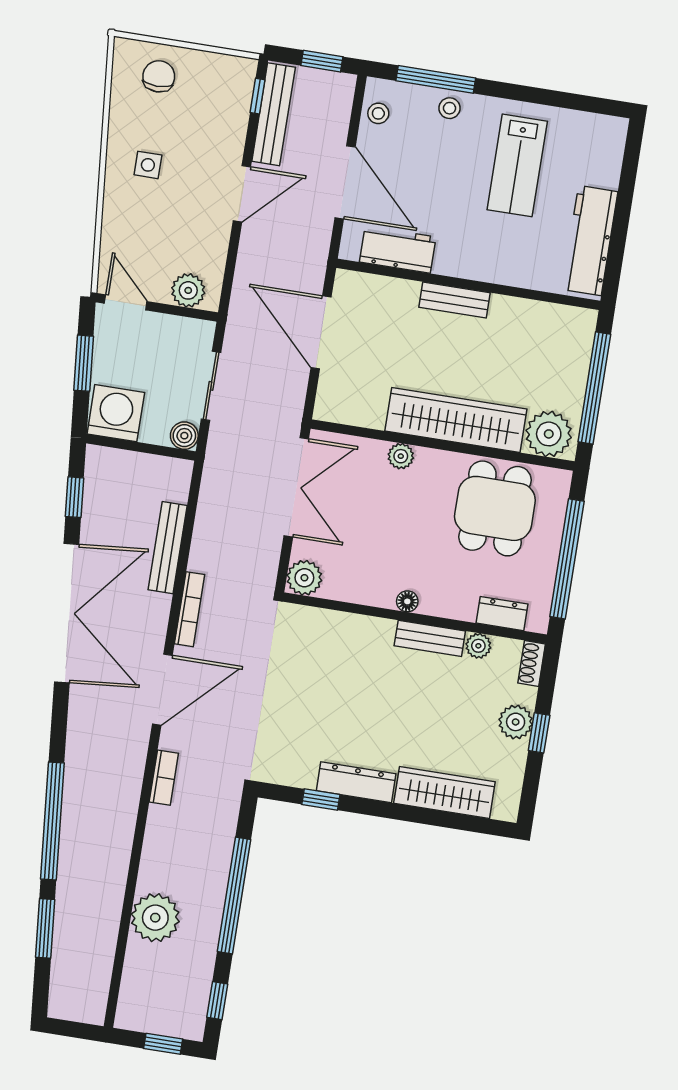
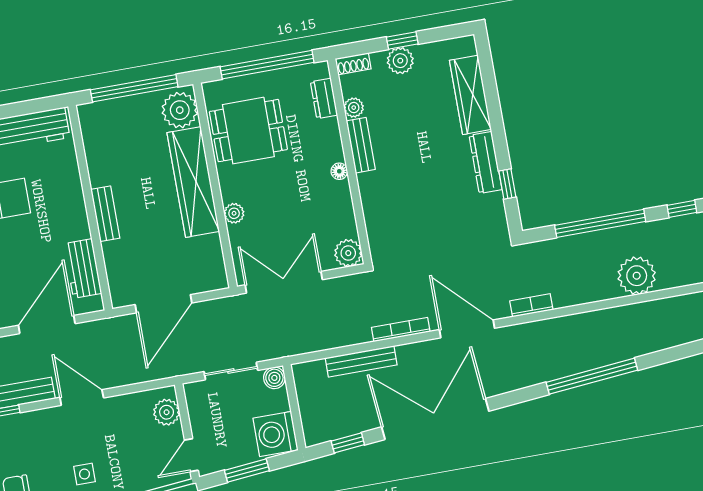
window: (45, 928) -> (673, 354), removed

